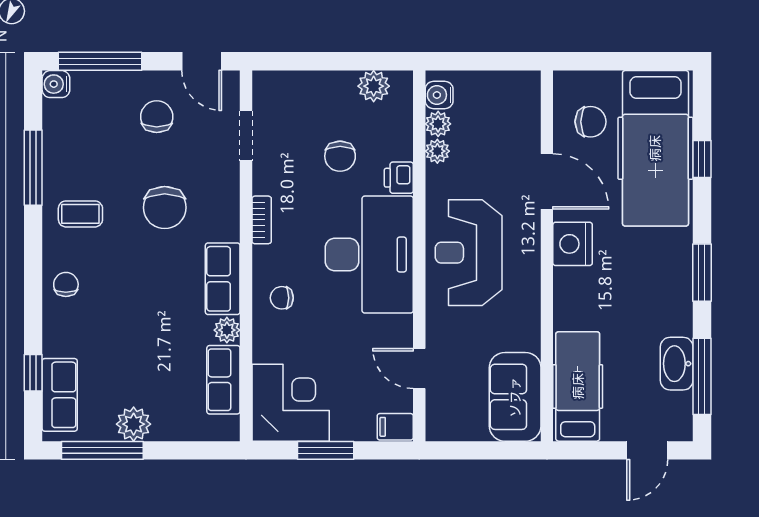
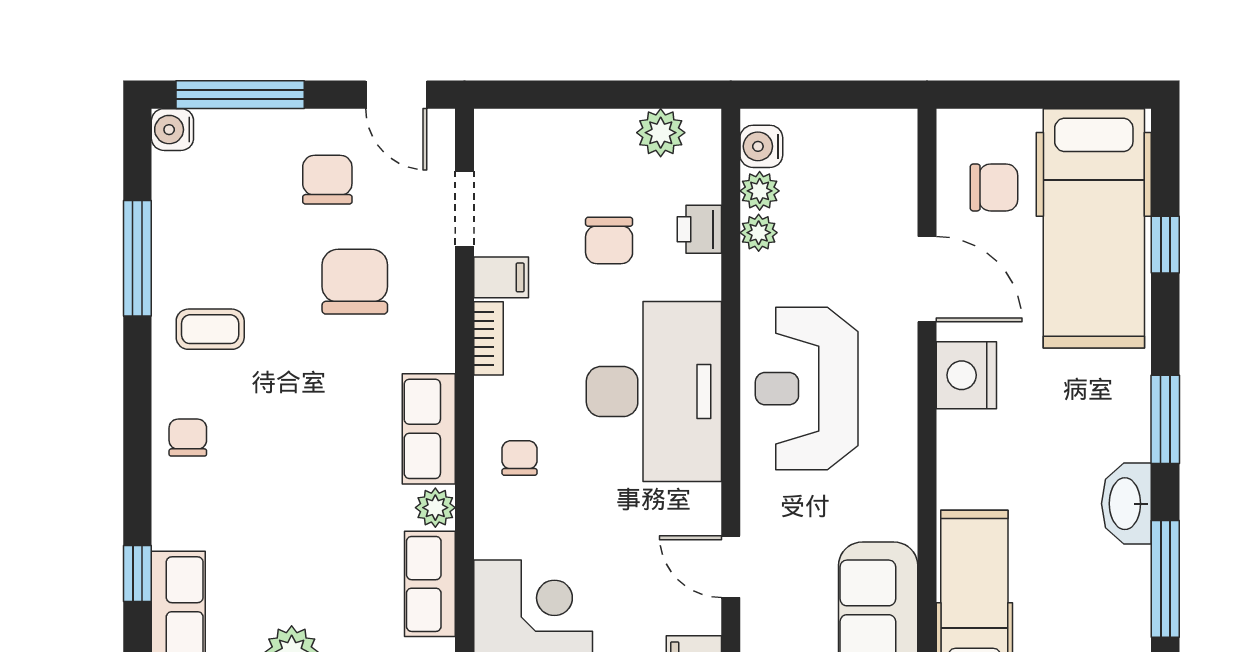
printer: (399, 178) -> (699, 229), moved
filing cabinet: (270, 180) -> (501, 277), added
chair: (165, 208) -> (355, 282), moved, turned 180
chair: (282, 298) -> (520, 458), turned 90
washbasin: (677, 364) -> (1126, 504), moved

